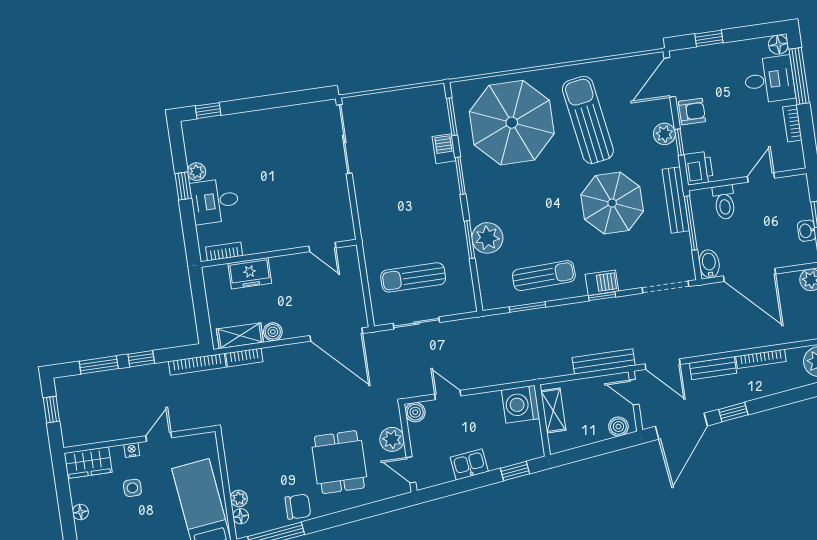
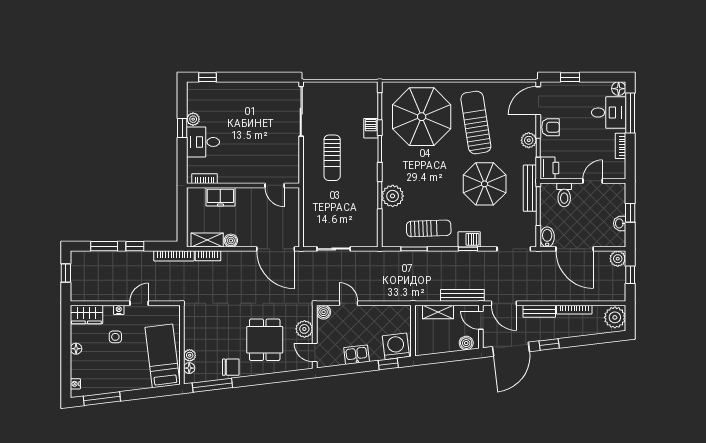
sun lounger: (413, 277) -> (332, 158), moved, turned -90
washing machine: (520, 404) -> (396, 346), moved, turned 83
shelving: (553, 410) -> (438, 312), moved, turned 90

